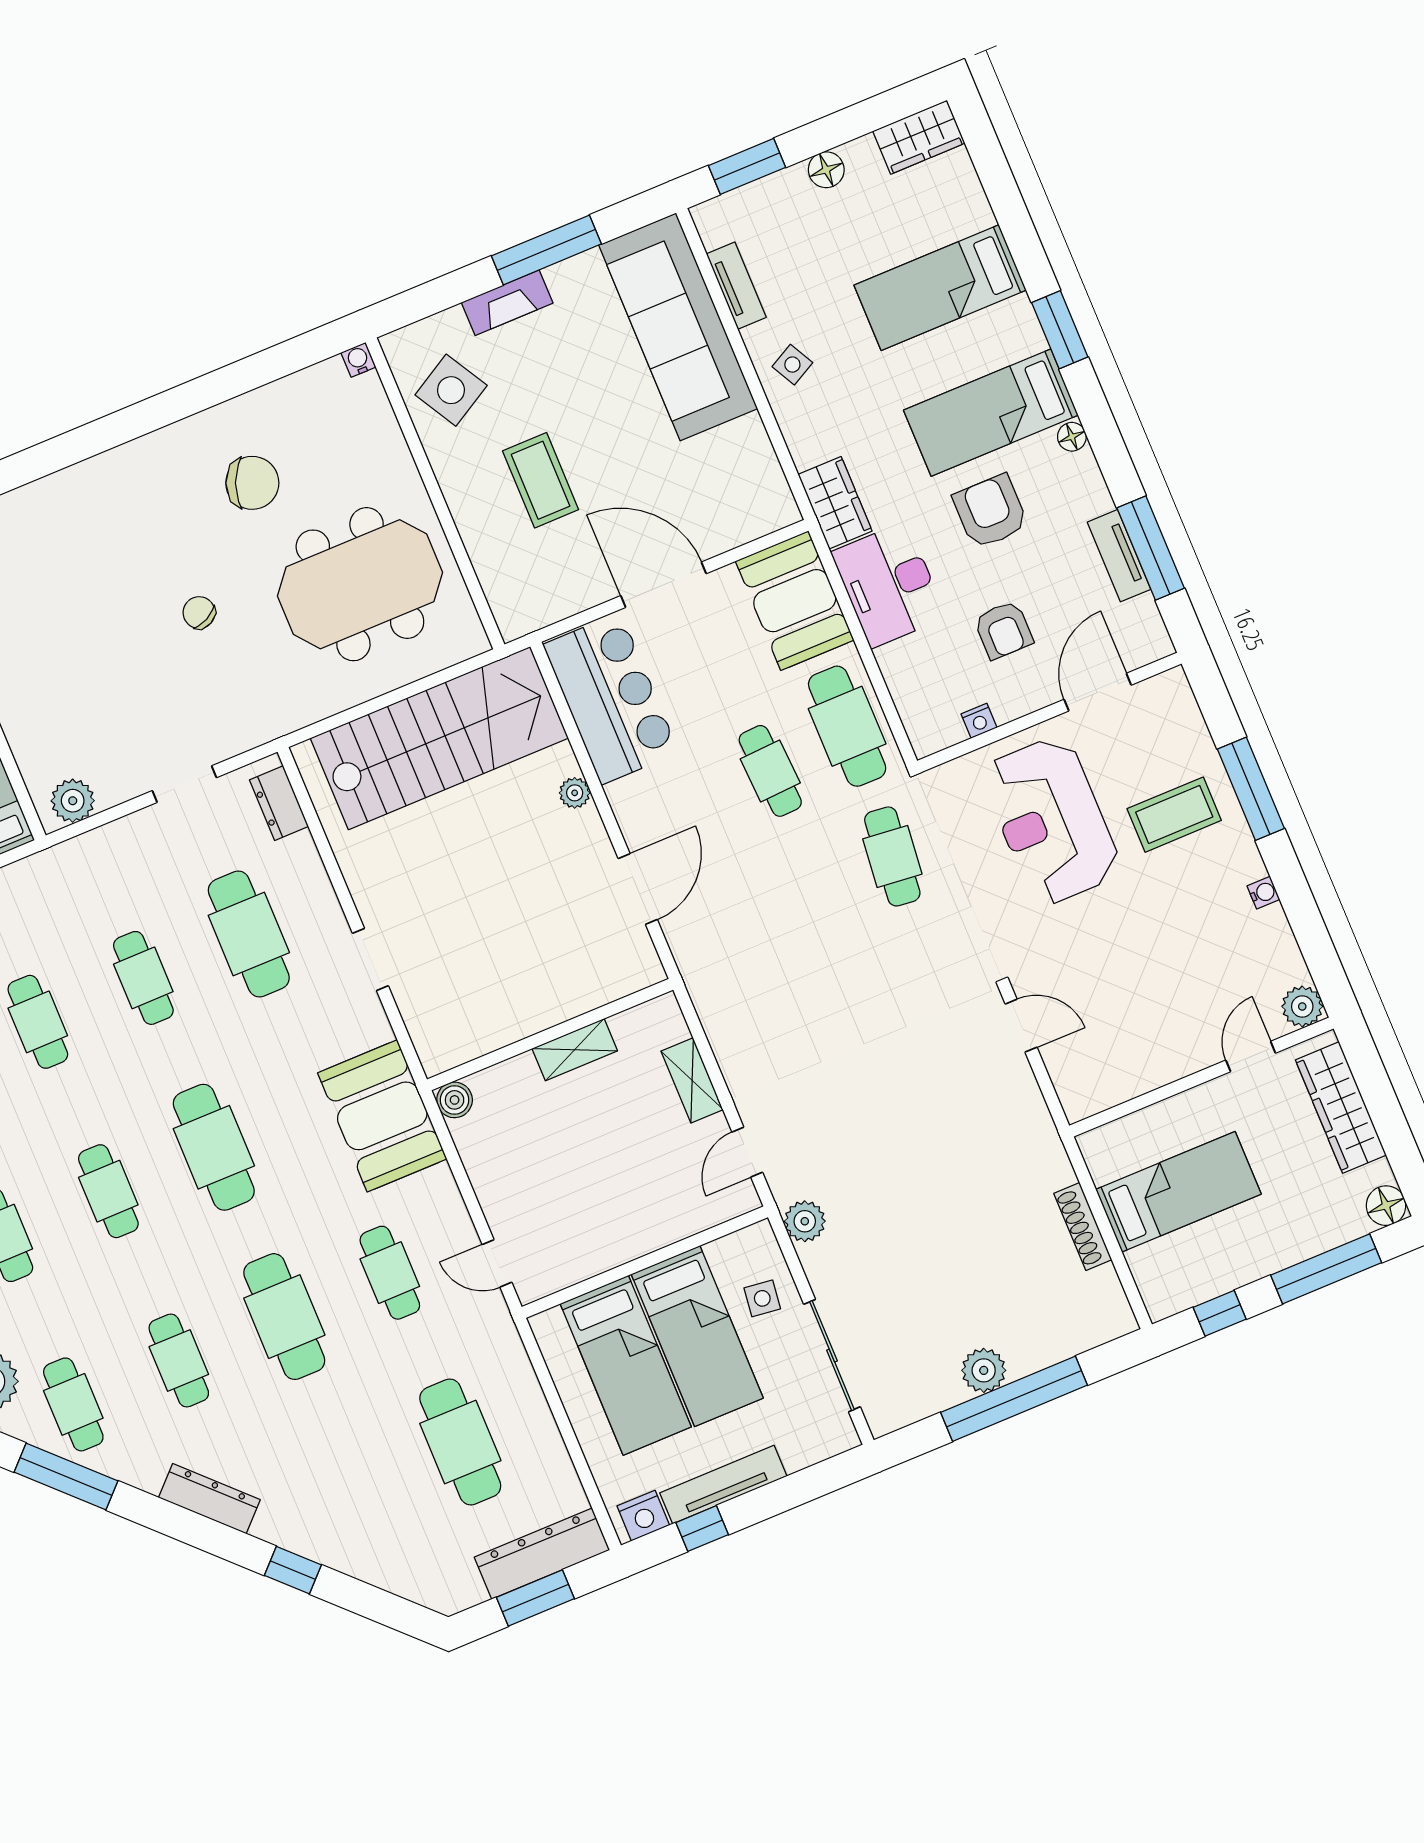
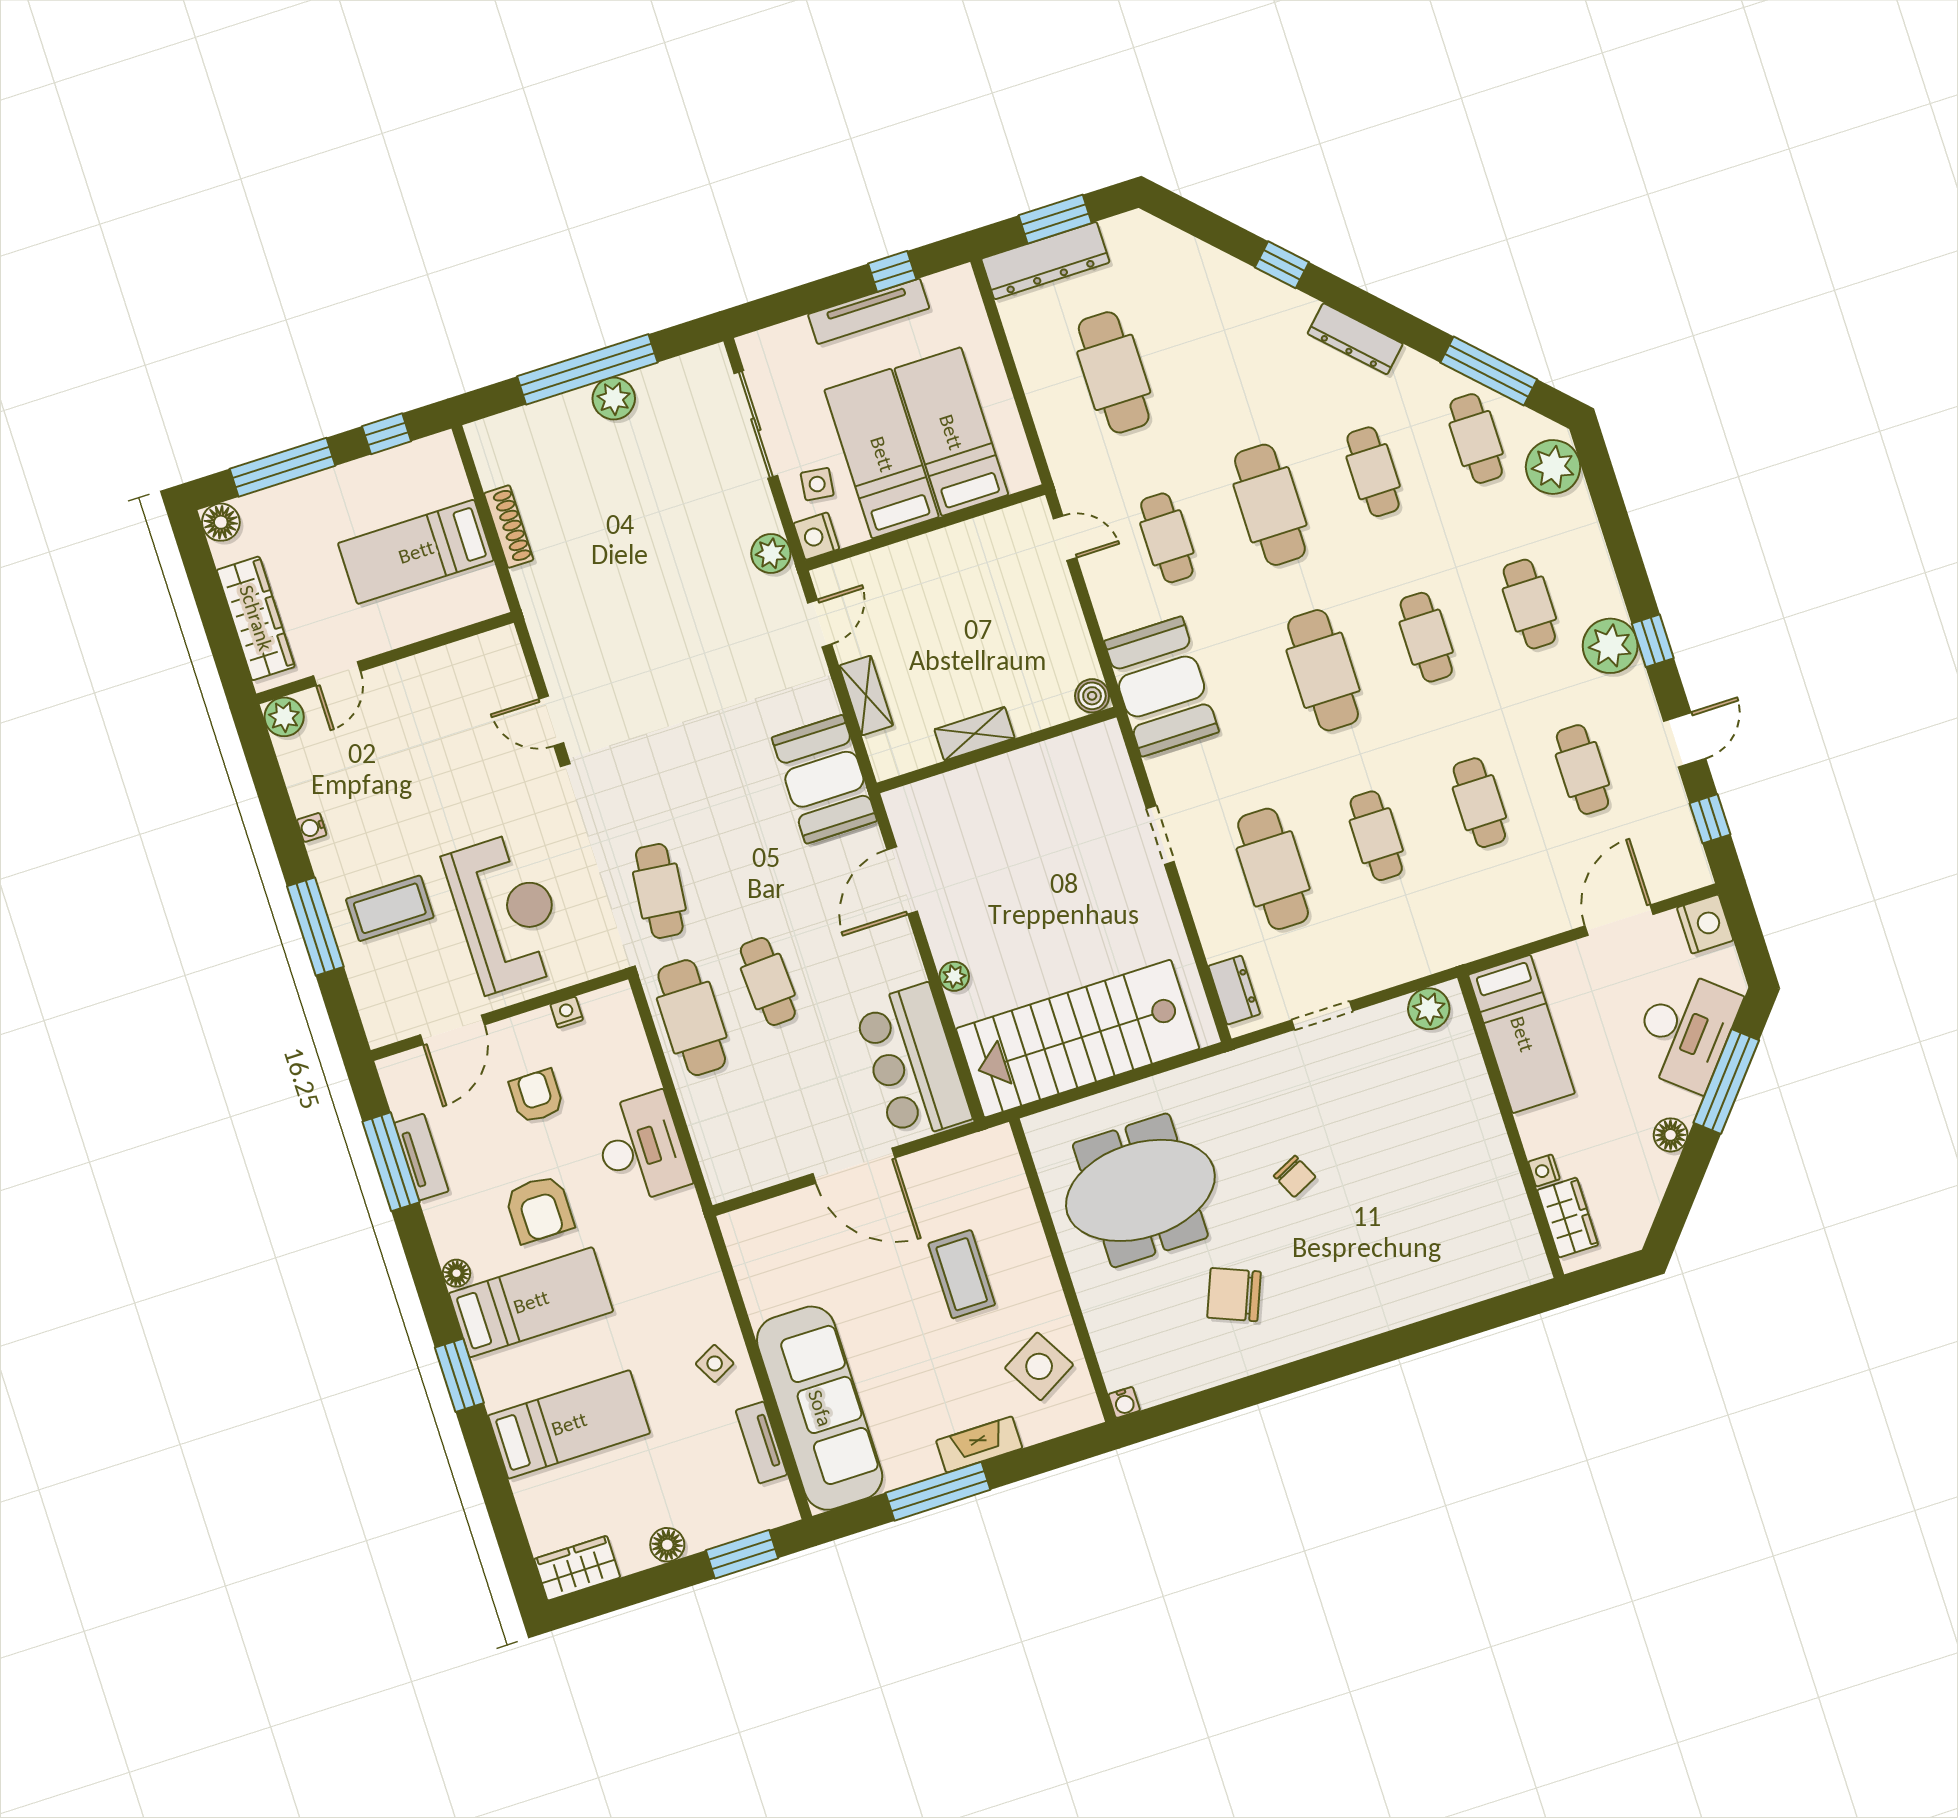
wardrobe: (835, 503) -> (685, 1230), removed
booth: (795, 601) -> (824, 779), moved
nightstand: (643, 1516) -> (816, 536), moved, turned -90

